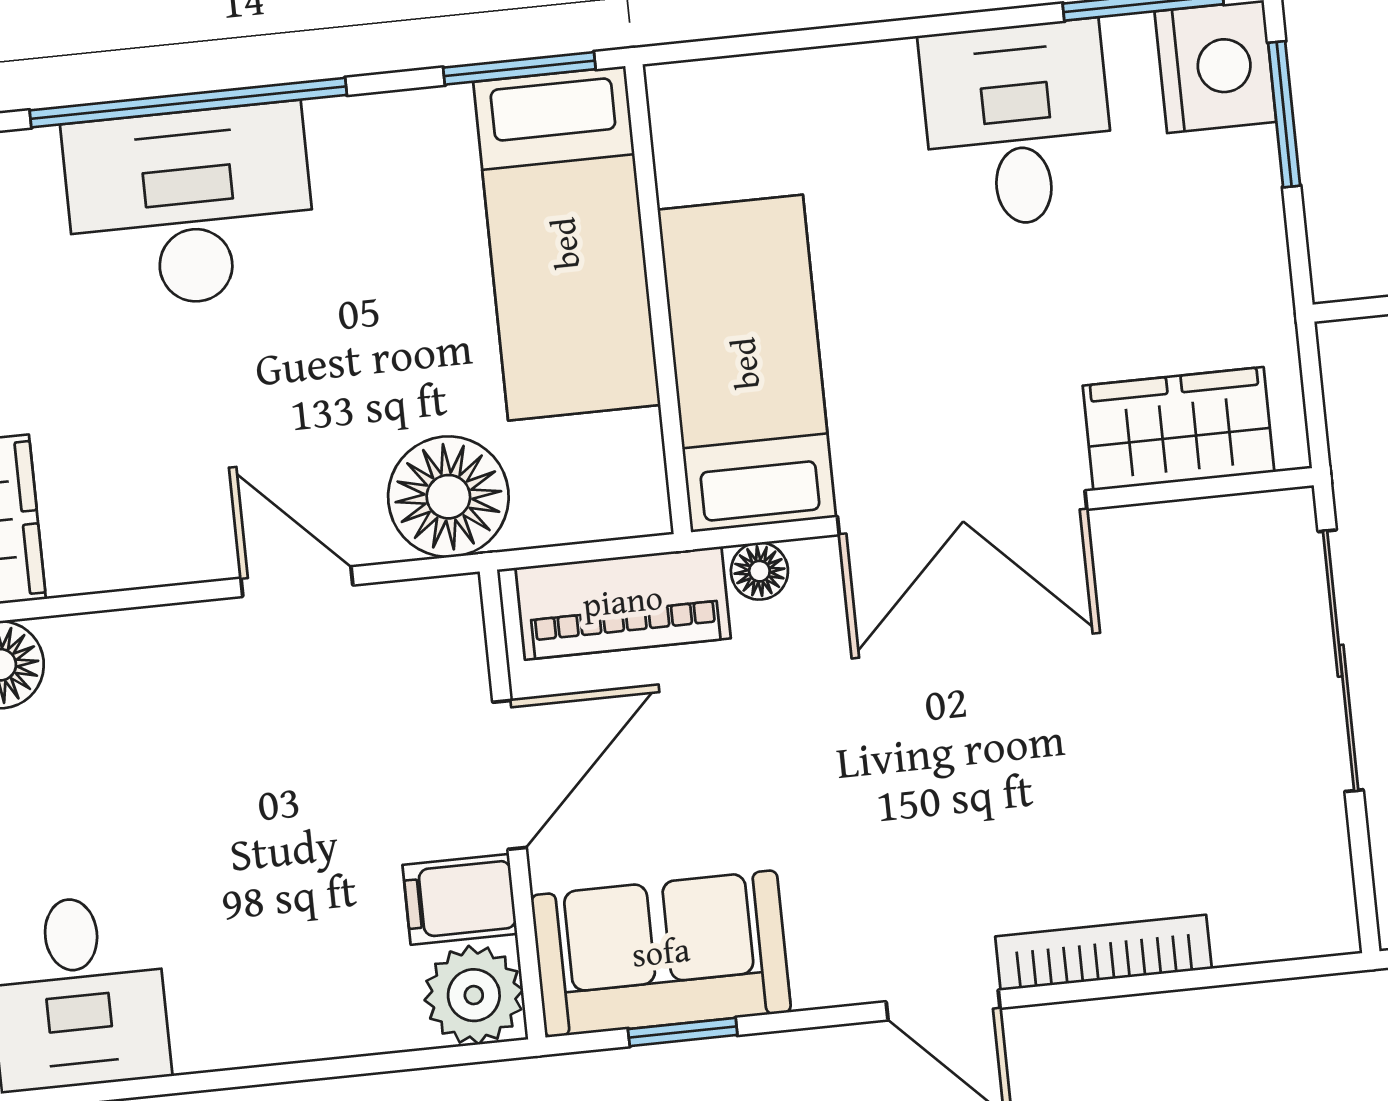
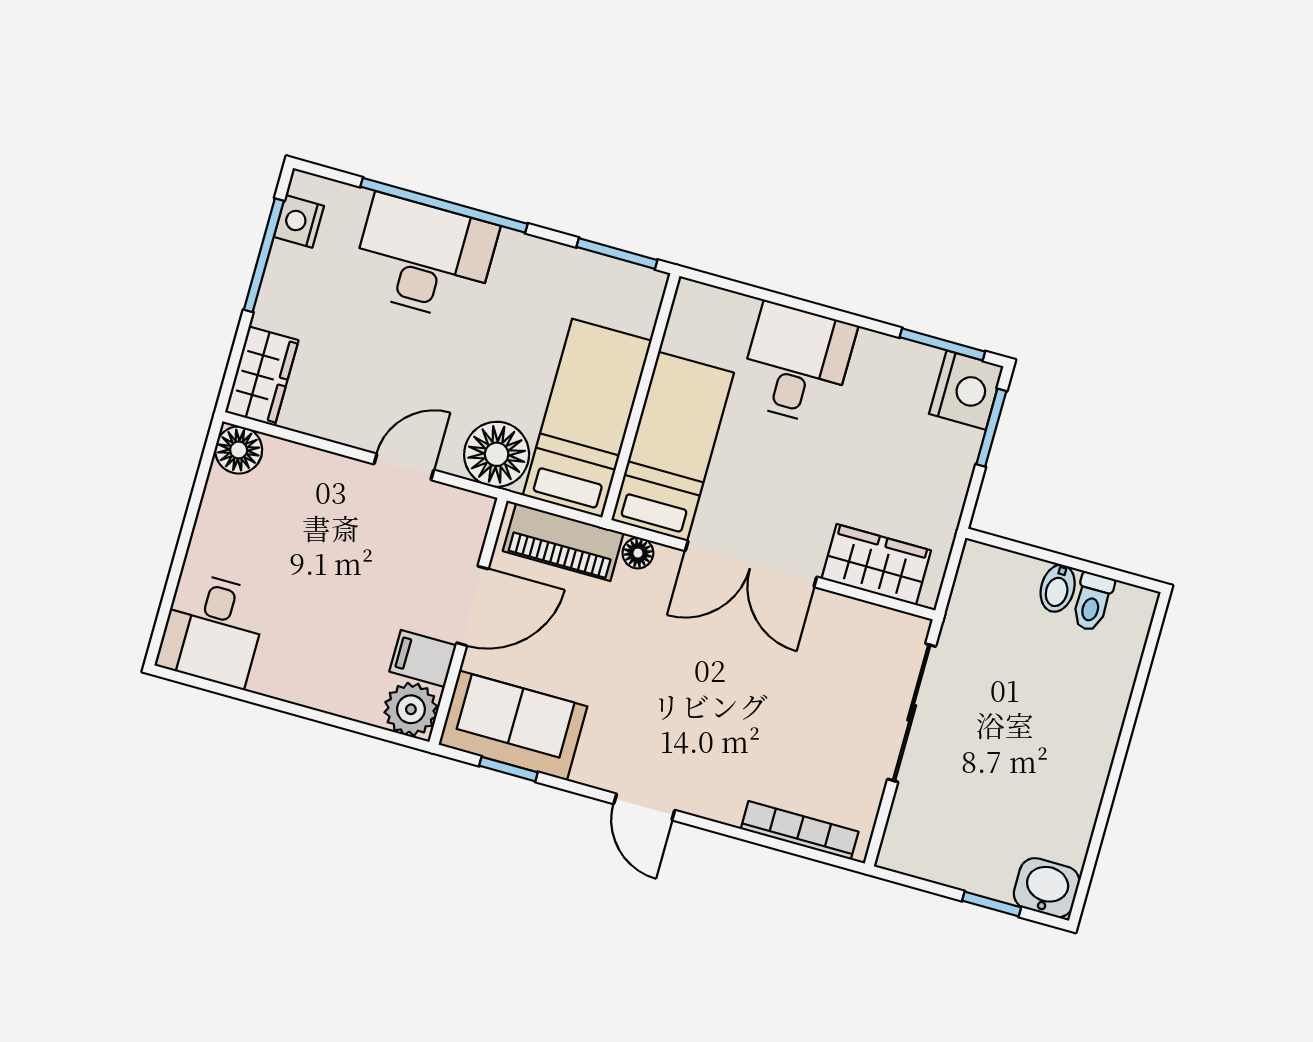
desk: (1018, 124) -> (797, 364), moved
bed: (567, 243) -> (587, 418), moved, turned 180
door: (297, 582) -> (404, 467), hinge flipped
bookcase: (1103, 953) -> (800, 830), moved

